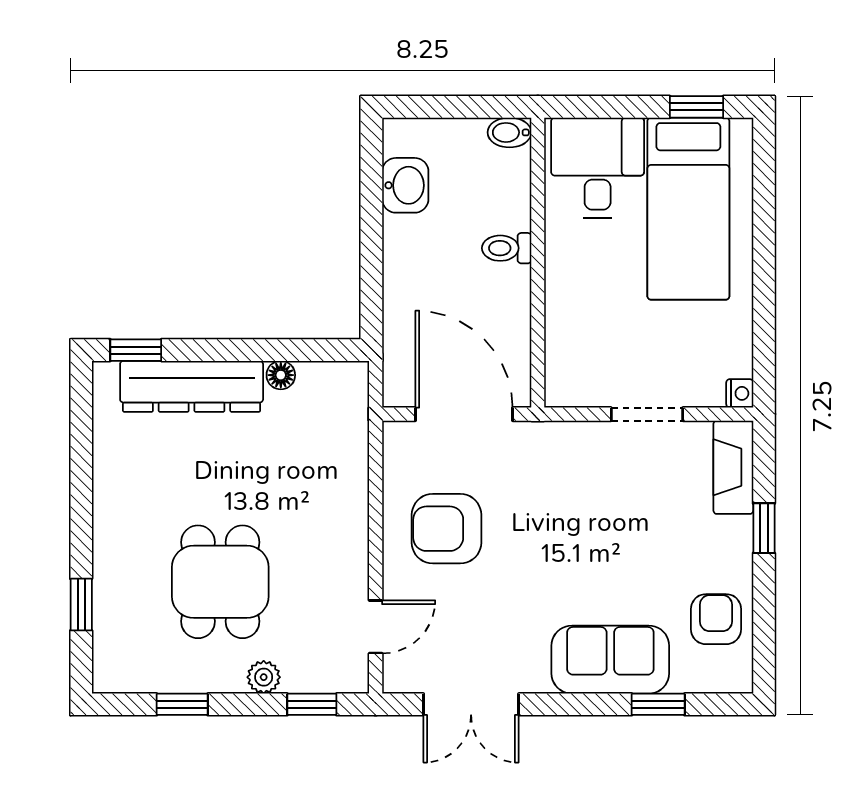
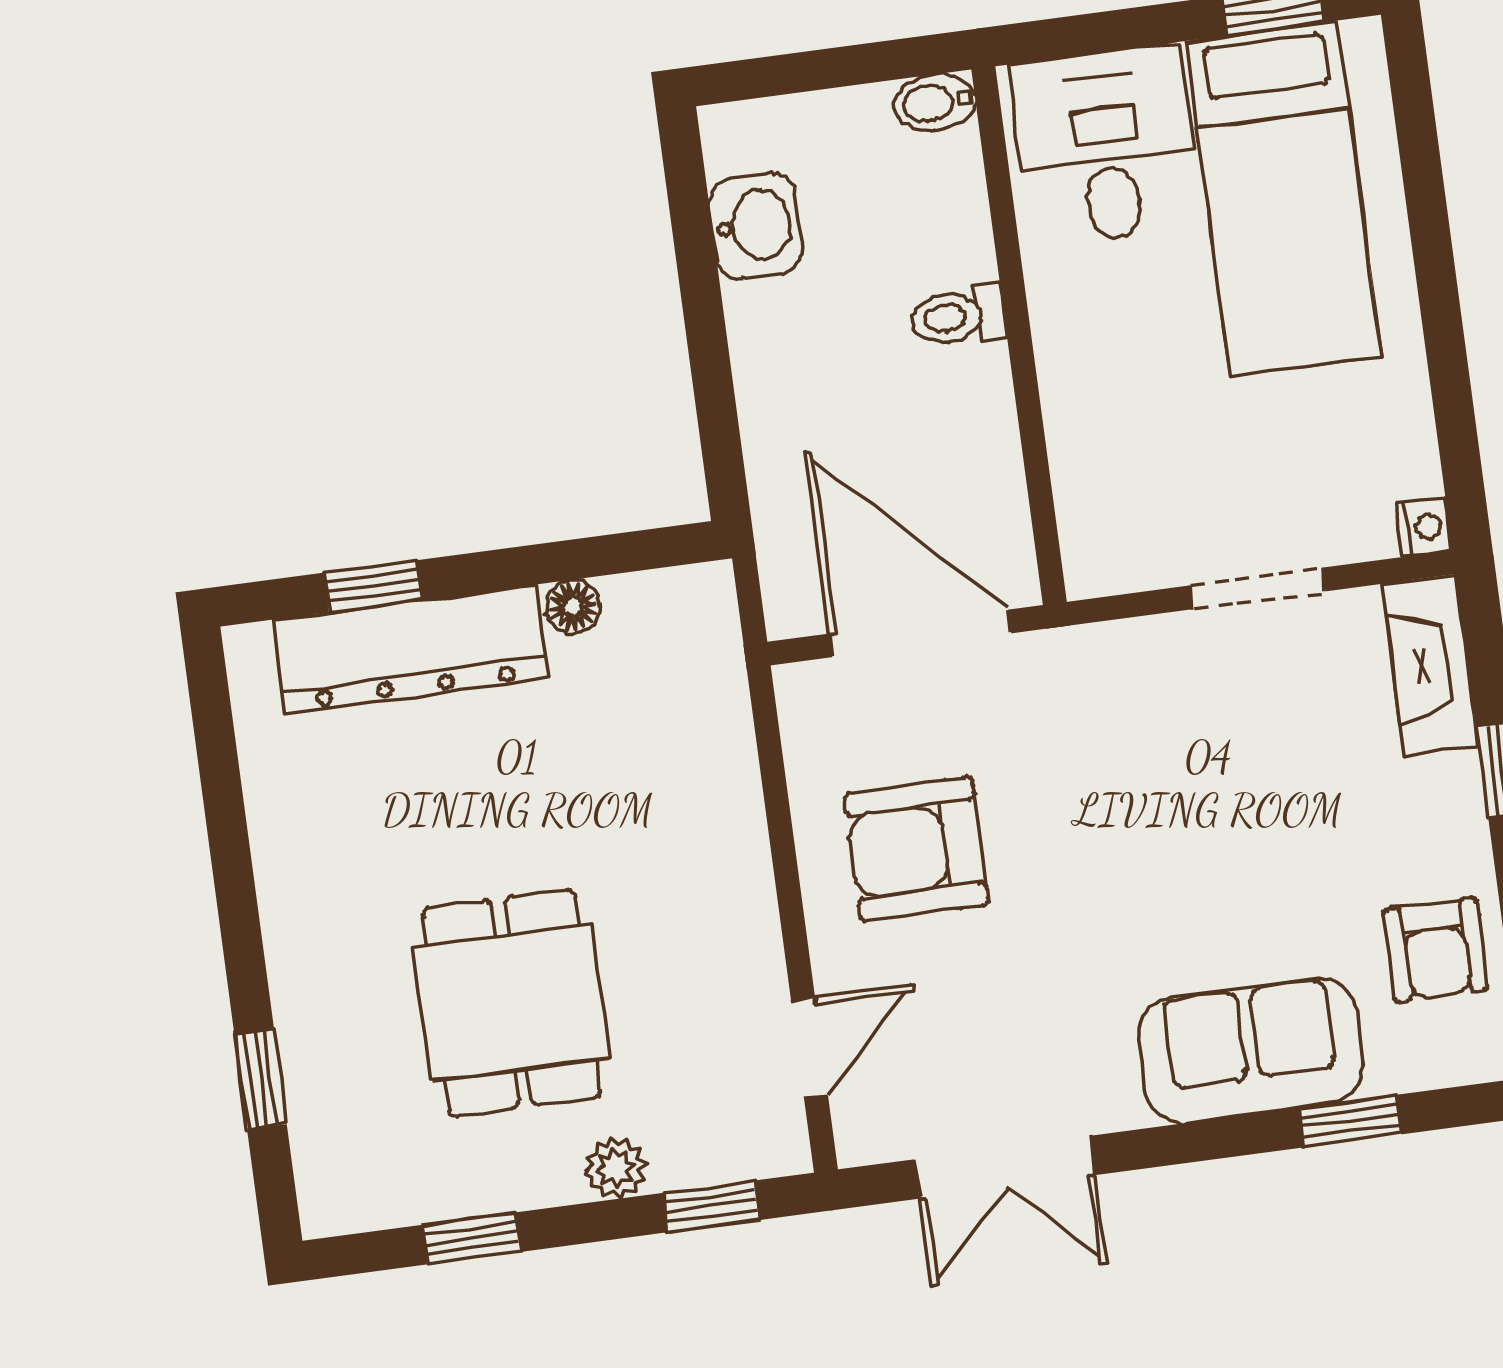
window: (136, 350) -> (373, 586), moved
armchair: (716, 619) -> (1436, 950), turned 180

